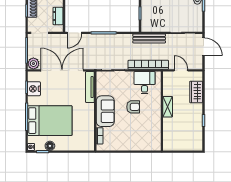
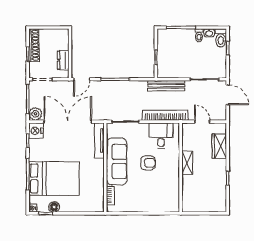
nightstand: (34, 89) -> (36, 131), moved
sofa: (105, 111) -> (117, 161), width x1.36

